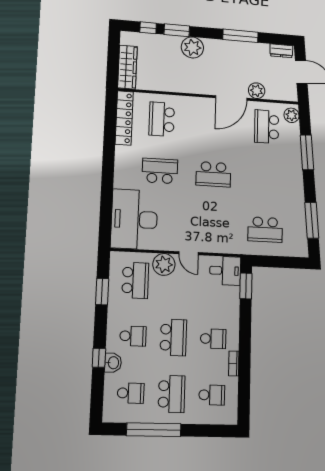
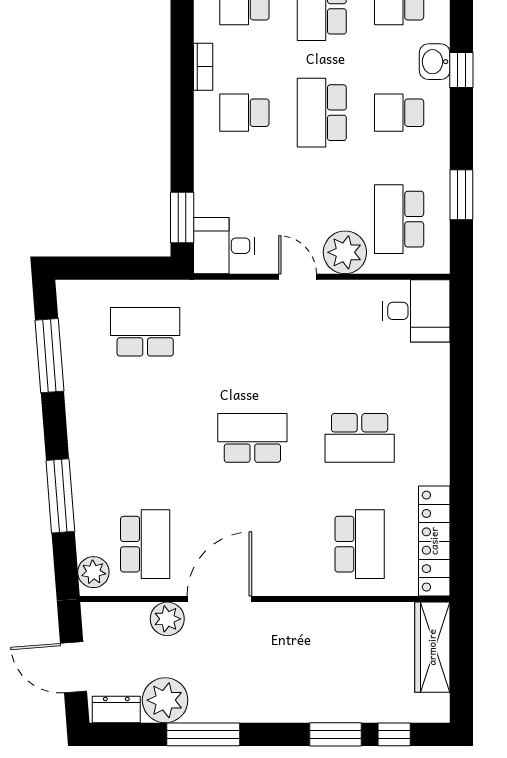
plant: (192, 47) -> (165, 700), moved
desk: (134, 219) -> (416, 311), width x0.53, depth x0.77

